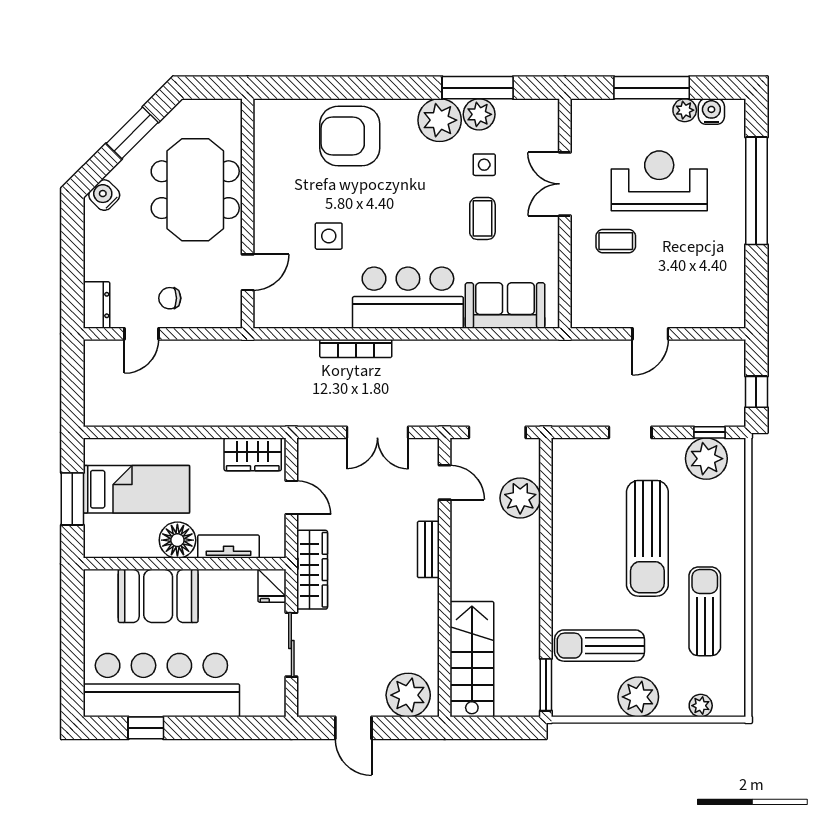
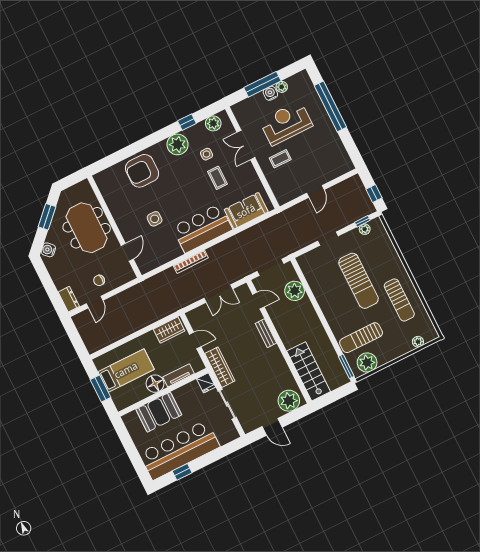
window: (478, 88) -> (187, 122), width x0.46
water cooler: (711, 111) -> (270, 93), moved
plant: (479, 114) -> (213, 123), moved
plant: (706, 459) -> (365, 229), width x0.53, depth x0.53
sun lounger: (705, 611) -> (399, 300), turned 180
plant: (638, 697) -> (367, 363), moved

